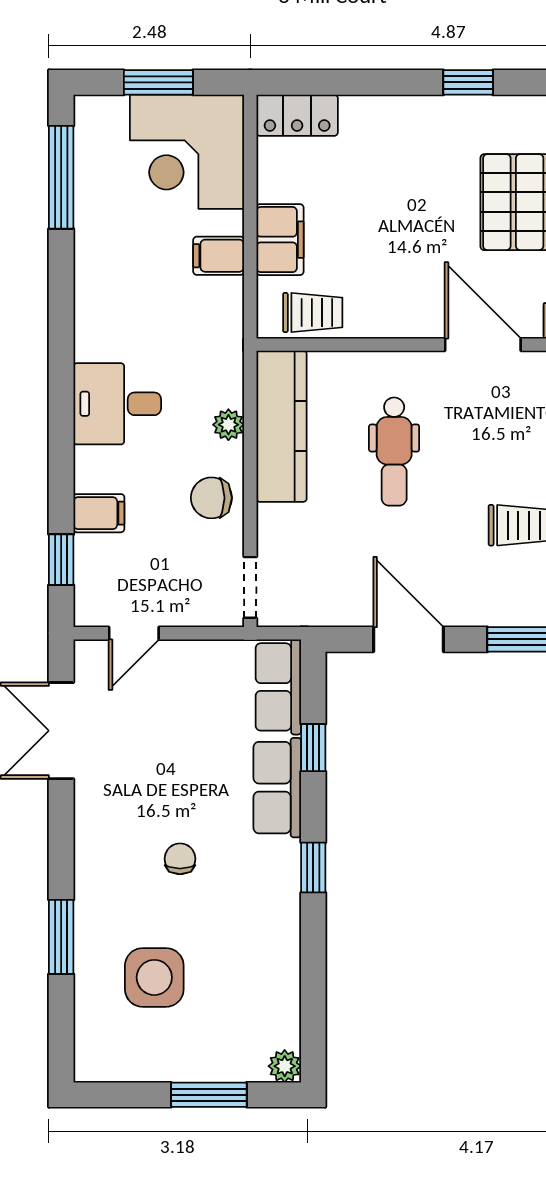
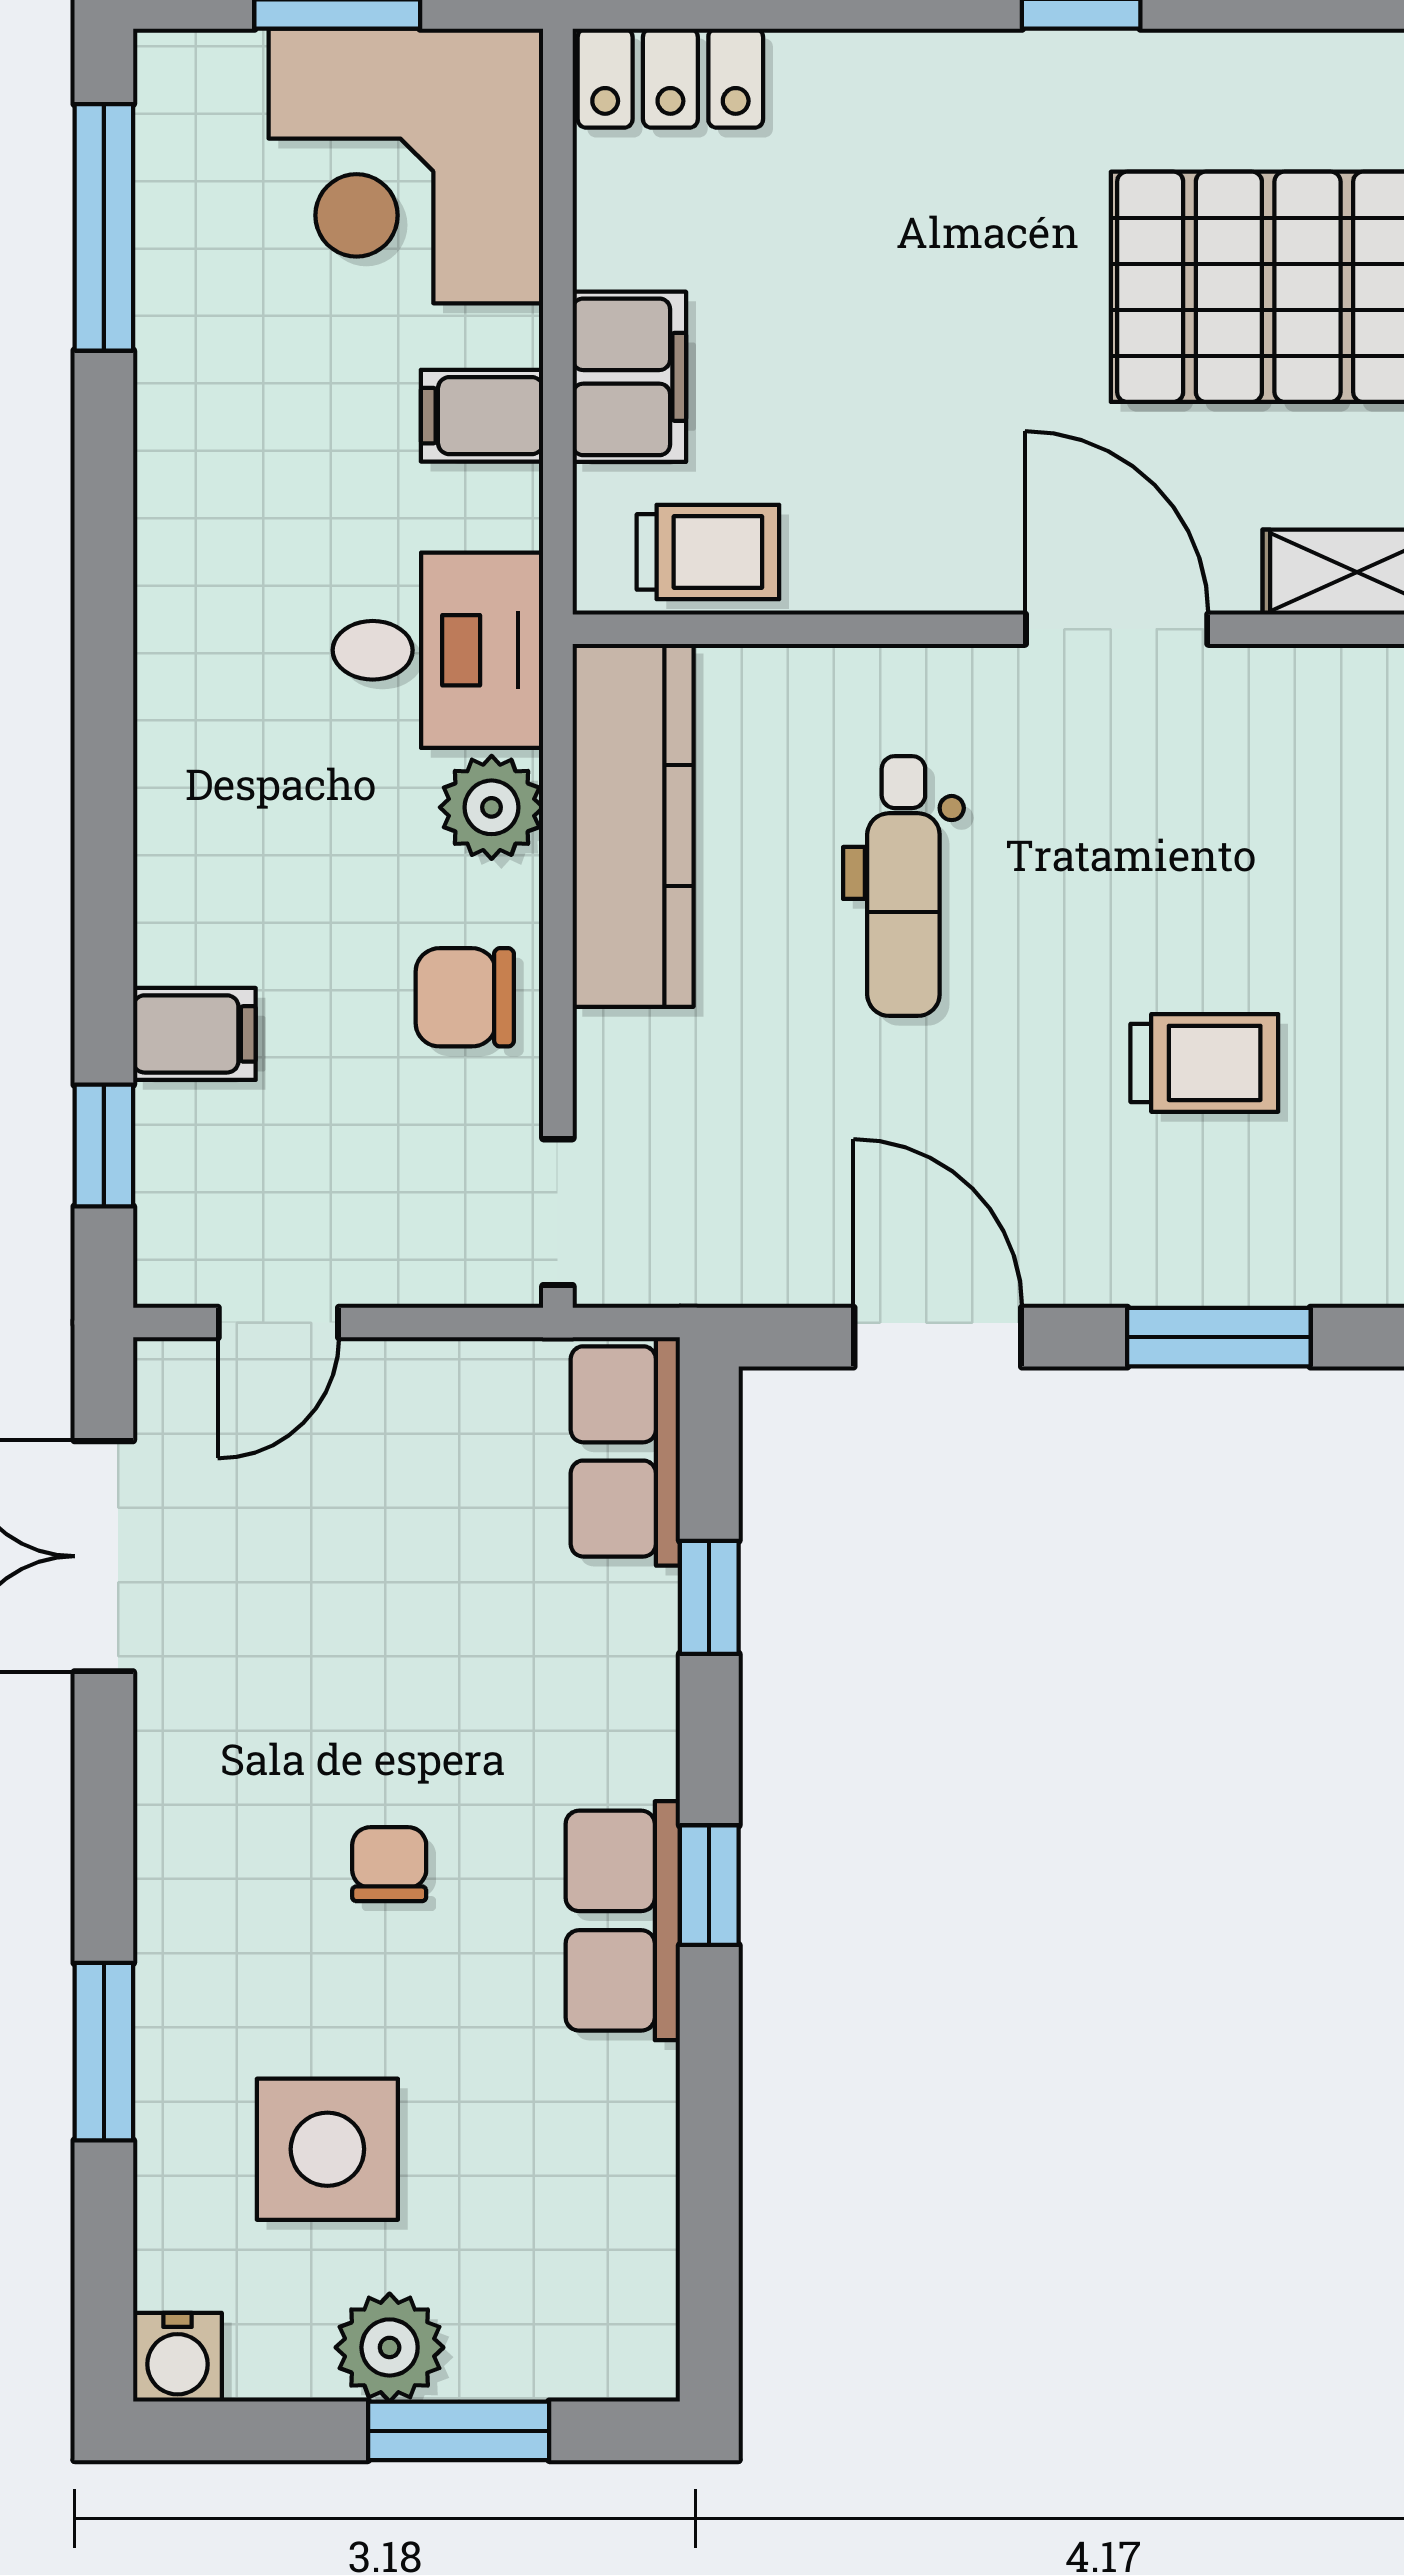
desk: (117, 404) -> (438, 650), moved, turned 180
plant: (228, 425) -> (492, 807), width x1.38, depth x1.38
row of seats: (277, 788) -> (623, 1921), moved
water cooler: (92, 1064) -> (177, 2357), added
plant: (285, 1066) -> (390, 2347), moved, width x1.38, depth x1.38

